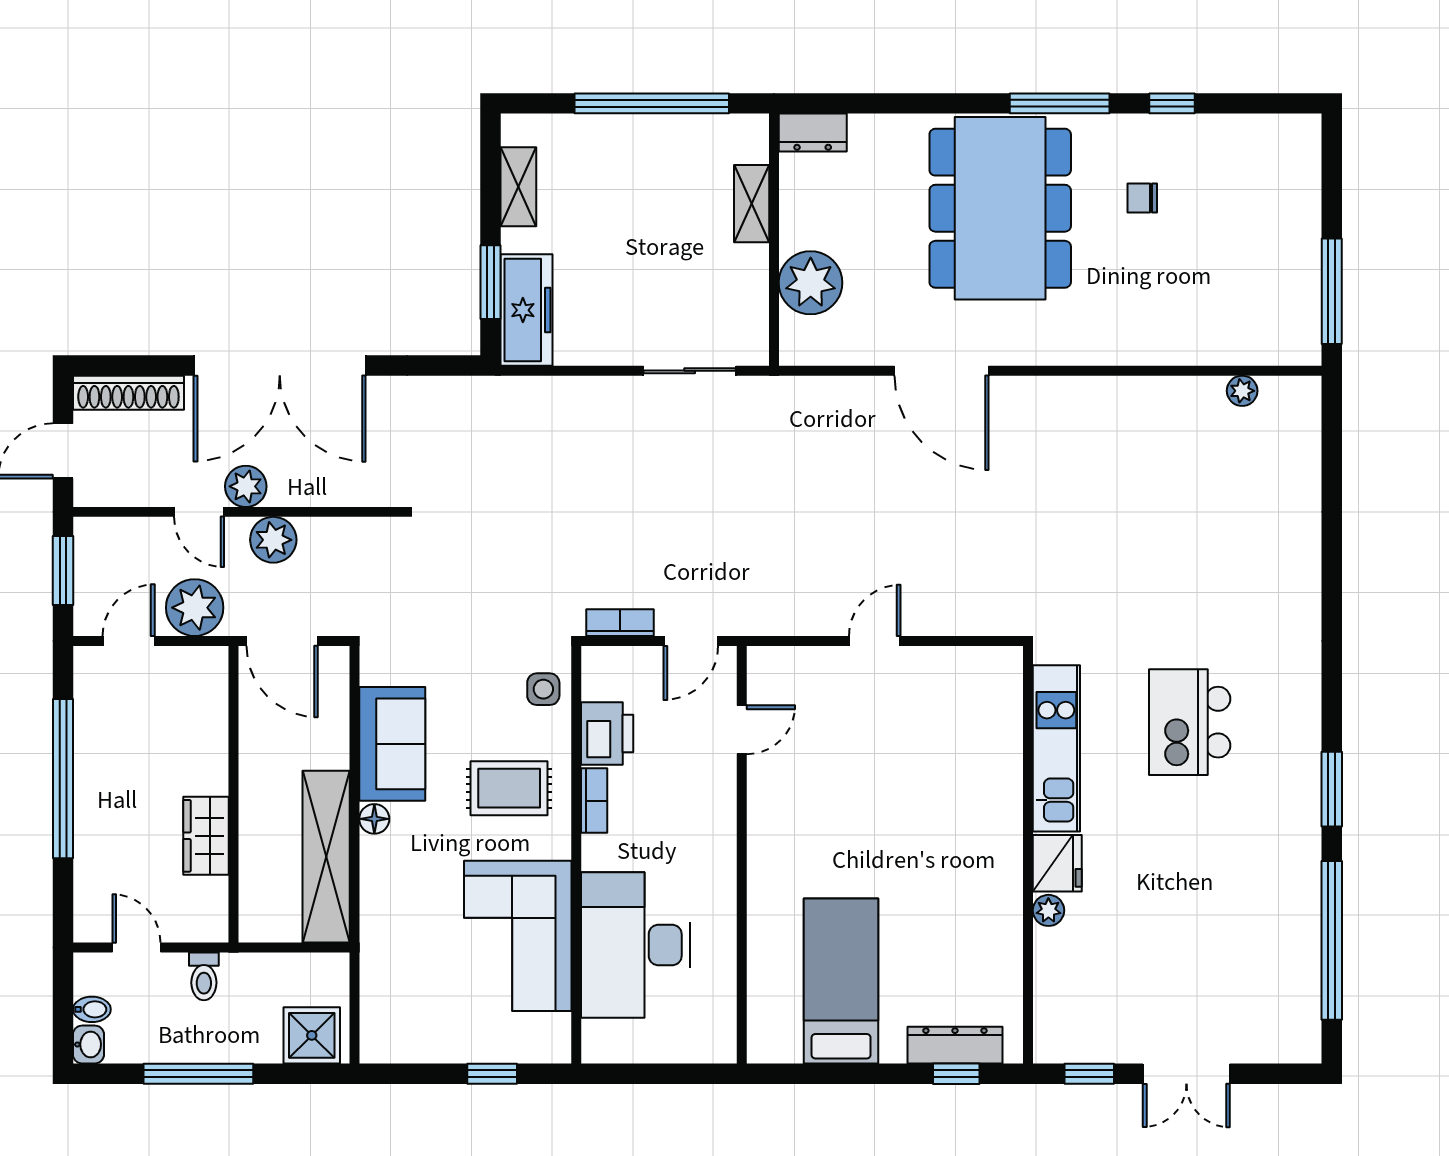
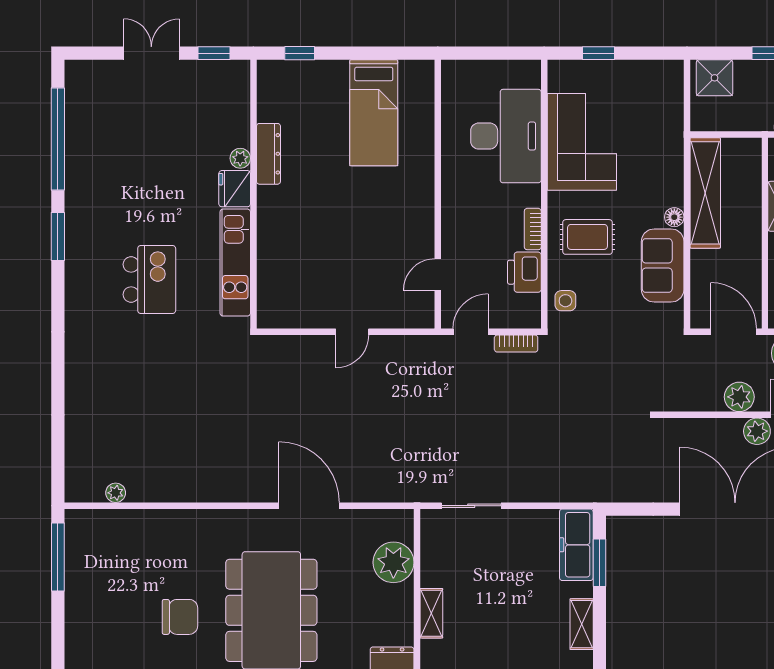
chair: (1142, 198) -> (180, 617), width x1.87, depth x1.87
dresser: (955, 1045) -> (268, 154), moved, turned -90

